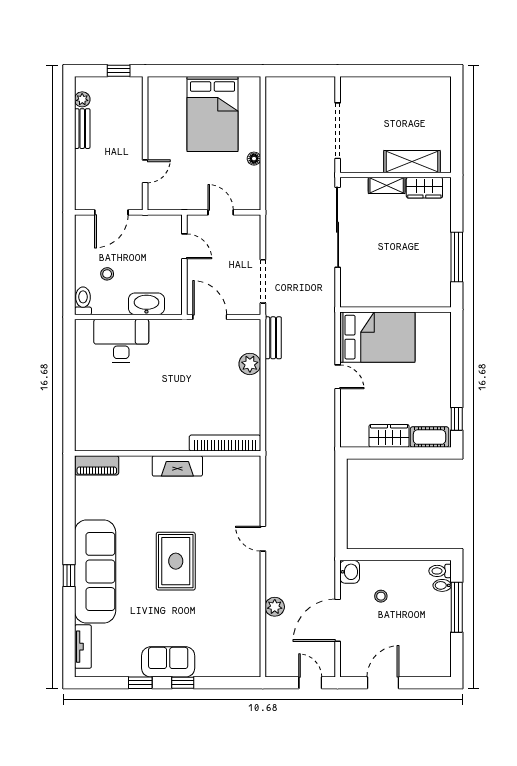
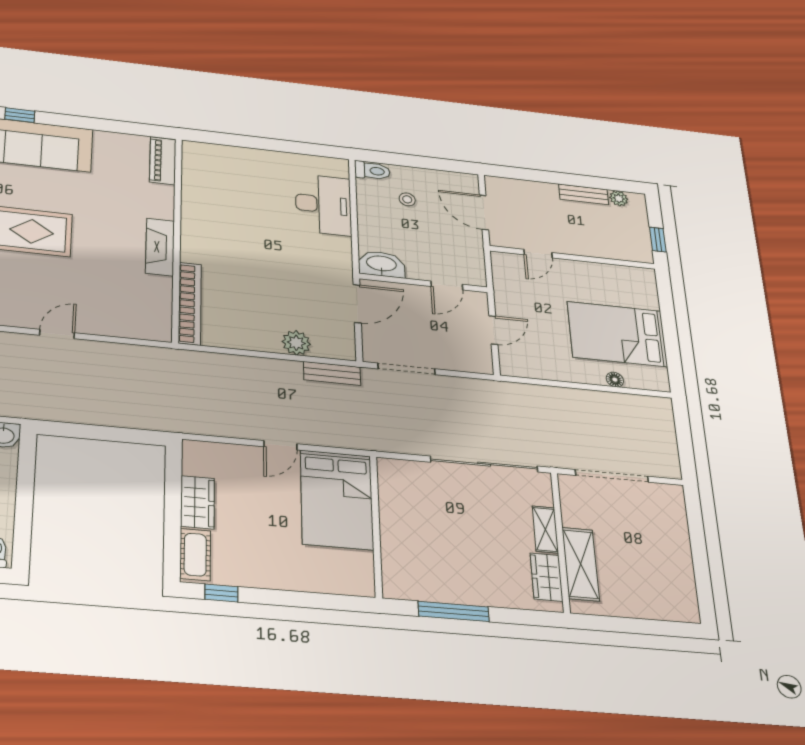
floor lamp: (254, 159) -> (615, 380), moved
door: (145, 171) -> (538, 254), hinge flipped
washbasin: (146, 304) -> (382, 264), moved, turned -90

